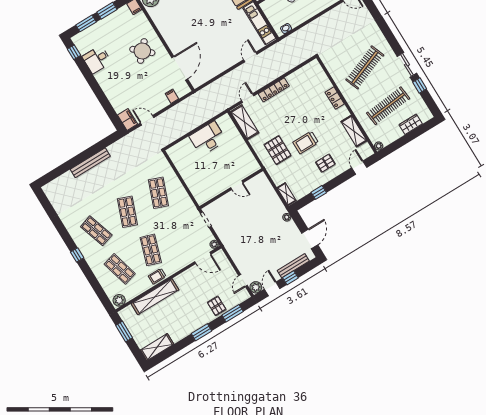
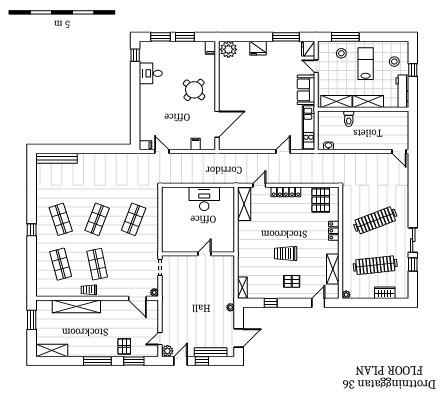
filing cabinet: (127, 119) -> (146, 145), width x0.50
pallet: (278, 150) -> (321, 200), moved
bench: (90, 163) -> (56, 158), moved
door: (237, 185) -> (204, 254), swing flipped
shop shelf: (151, 250) -> (97, 264), turned -30
plant: (119, 300) -> (44, 291), removed
window: (201, 332) -> (97, 361), width x1.44

